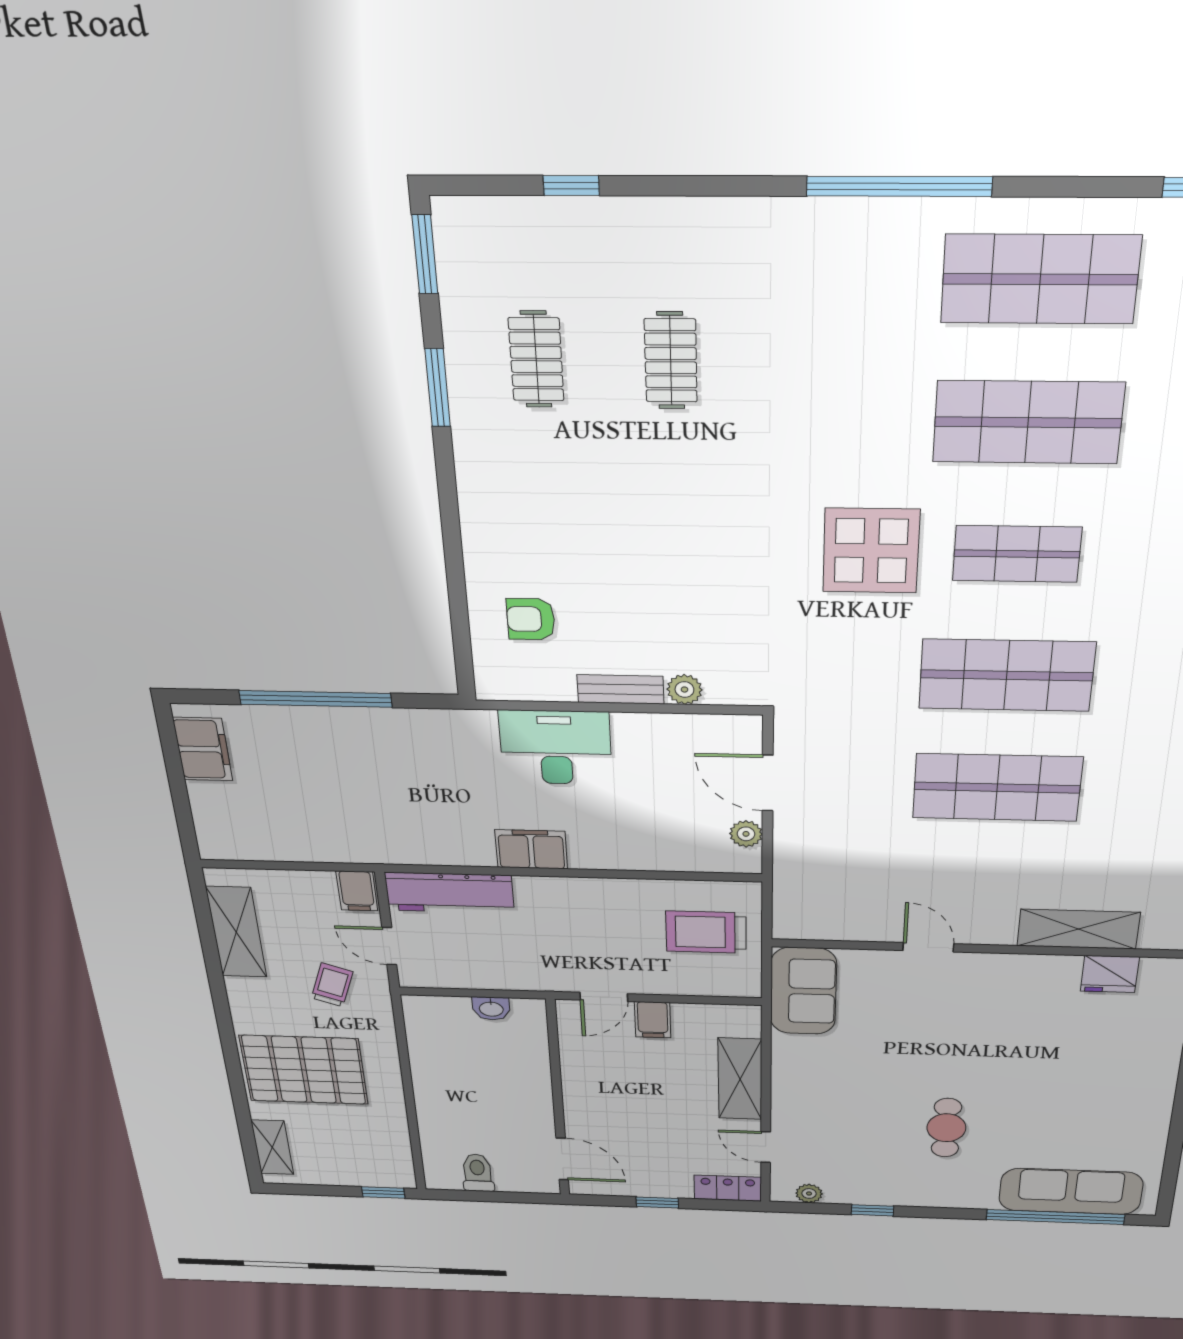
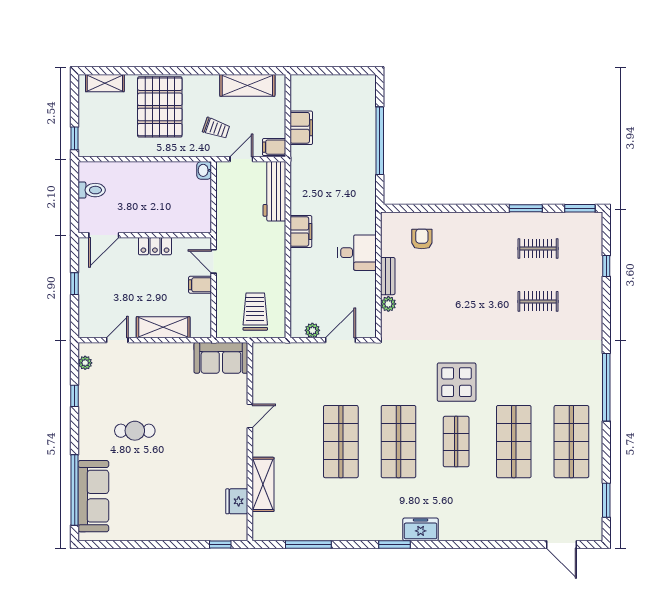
desk: (556, 748) -> (357, 253), width x0.73
filing cabinet: (203, 749) -> (301, 128), moved, turned -90
washbasin: (491, 1008) -> (204, 170), moved
locker: (728, 1188) -> (155, 246), moved, turned 90

